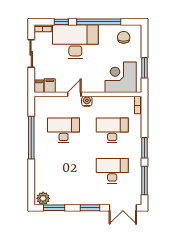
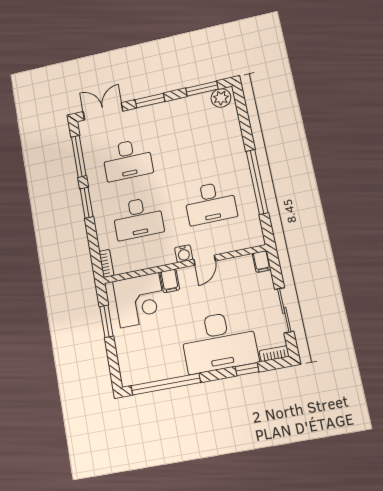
window: (99, 22) -> (166, 384), moved
chair: (124, 37) -> (146, 363), removed
filing cabinet: (50, 86) -> (170, 281), moved

